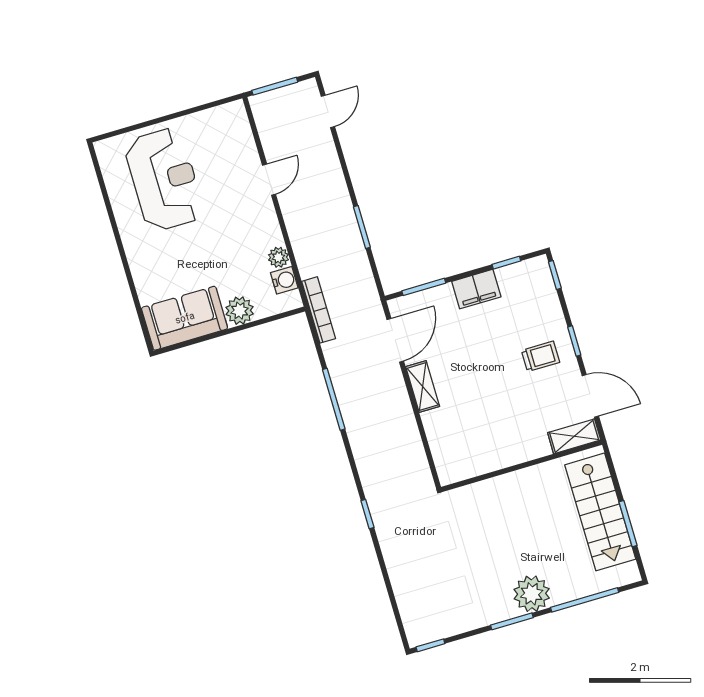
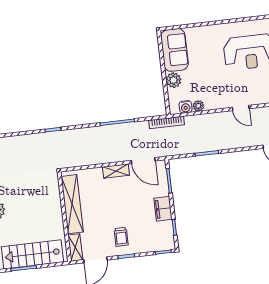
shelving: (496, 456) -> (72, 204), added

